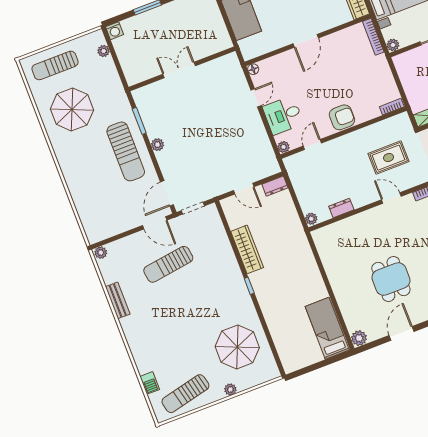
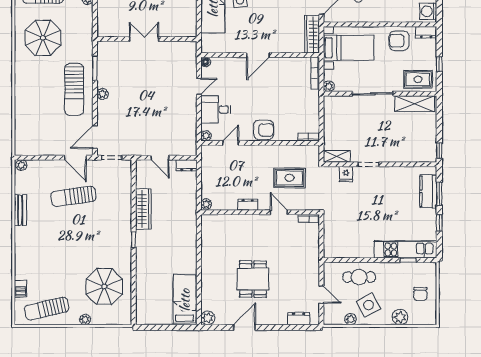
dresser: (341, 208) -> (248, 205), moved

